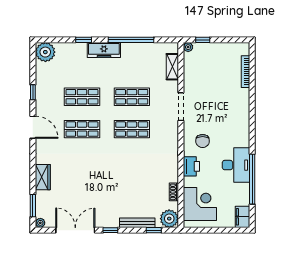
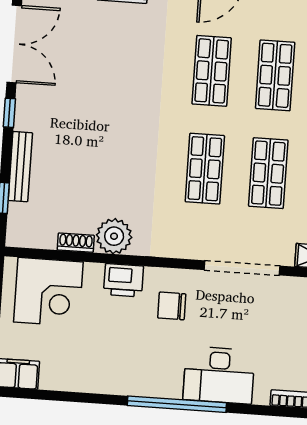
doorway: (181, 107) -> (242, 268), width x1.36
desk: (236, 165) -> (219, 375), moved
window: (252, 179) -> (177, 404), moved
plant: (169, 219) -> (114, 236), moved

